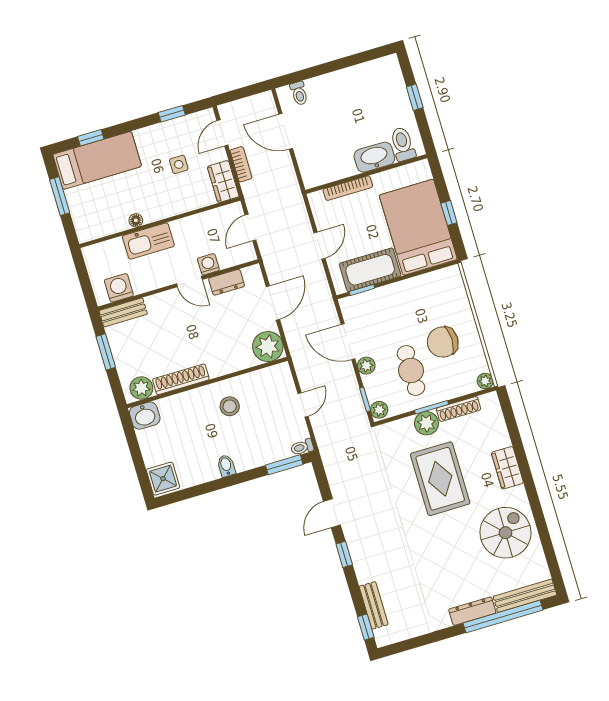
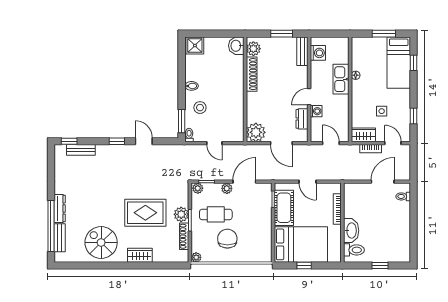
stool: (230, 406) -> (200, 108), moved
spiral stairs: (505, 533) -> (101, 242), turned 180
bench: (525, 596) -> (60, 238), width x0.73

